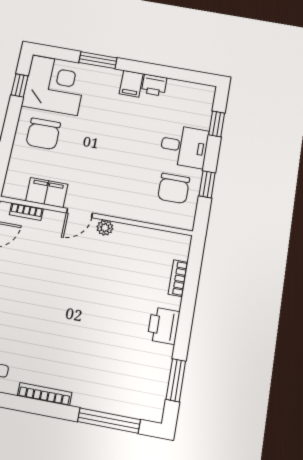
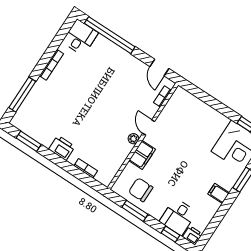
printer: (154, 85) -> (192, 235), moved, turned 90
chair: (43, 134) -> (208, 126), removed
desk: (184, 146) -> (178, 217), moved
window: (207, 184) -> (135, 211), width x1.50
filing cabinet: (47, 193) -> (142, 155), moved

